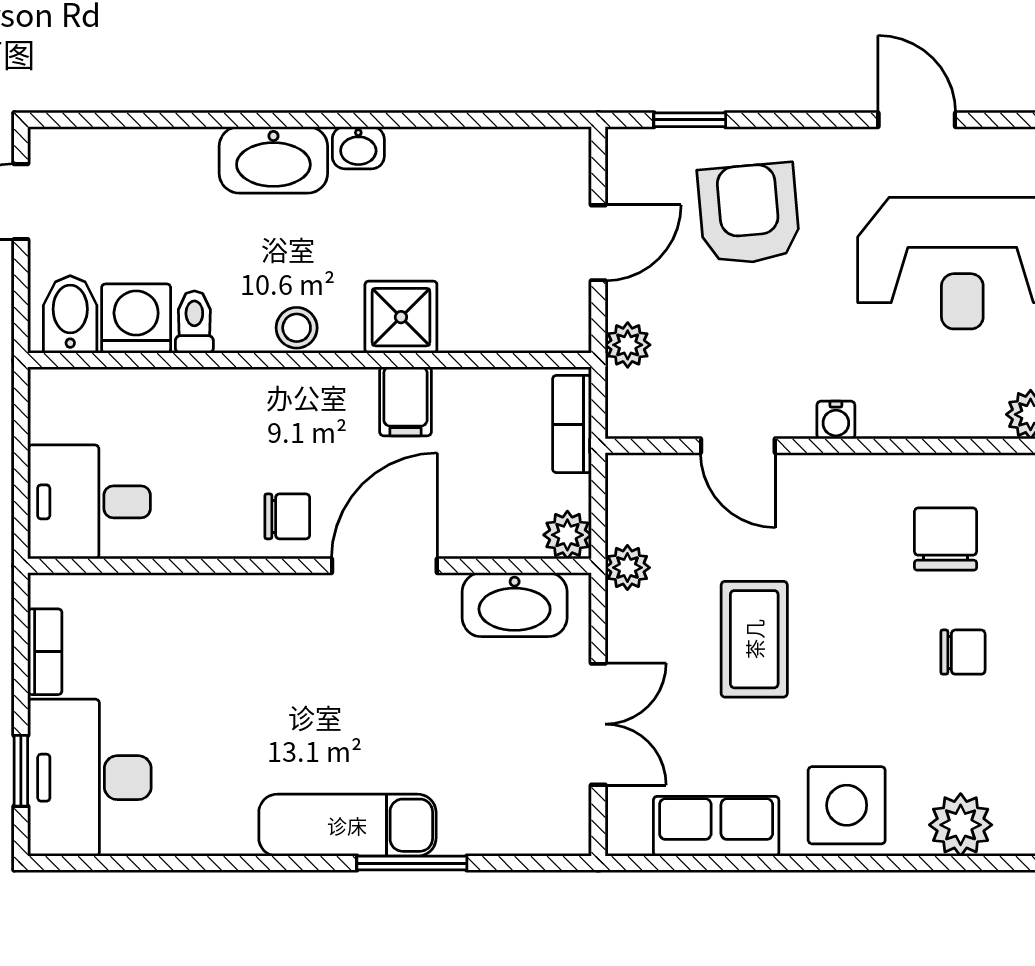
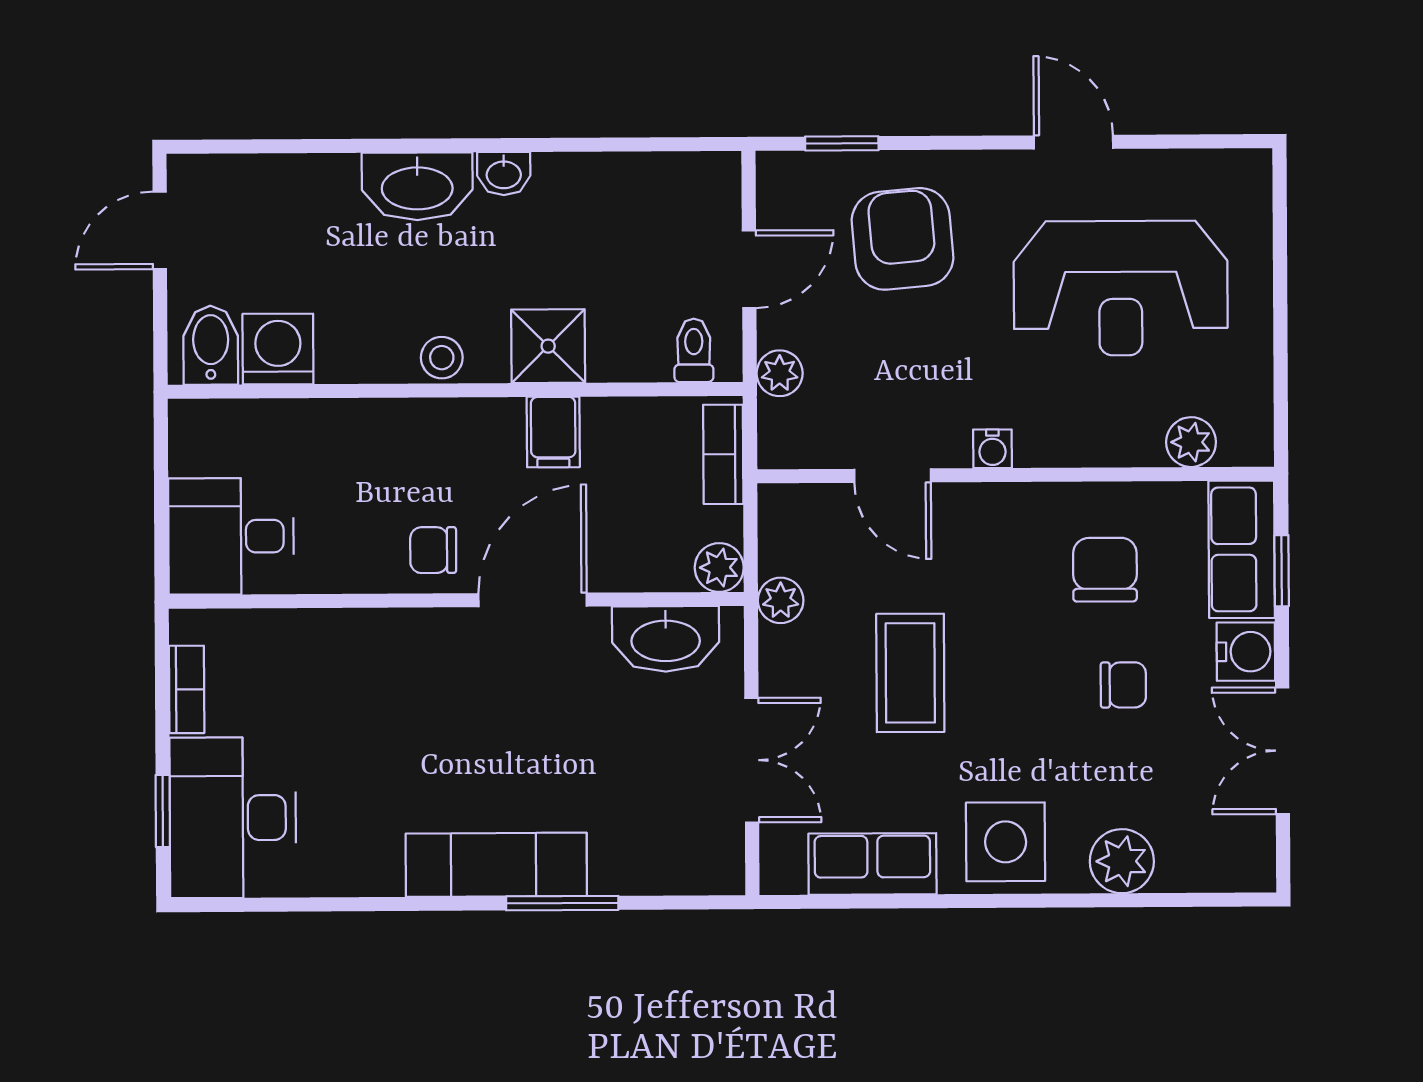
toilet: (194, 322) -> (694, 350), moved
chair: (287, 516) -> (433, 550), turned 180

